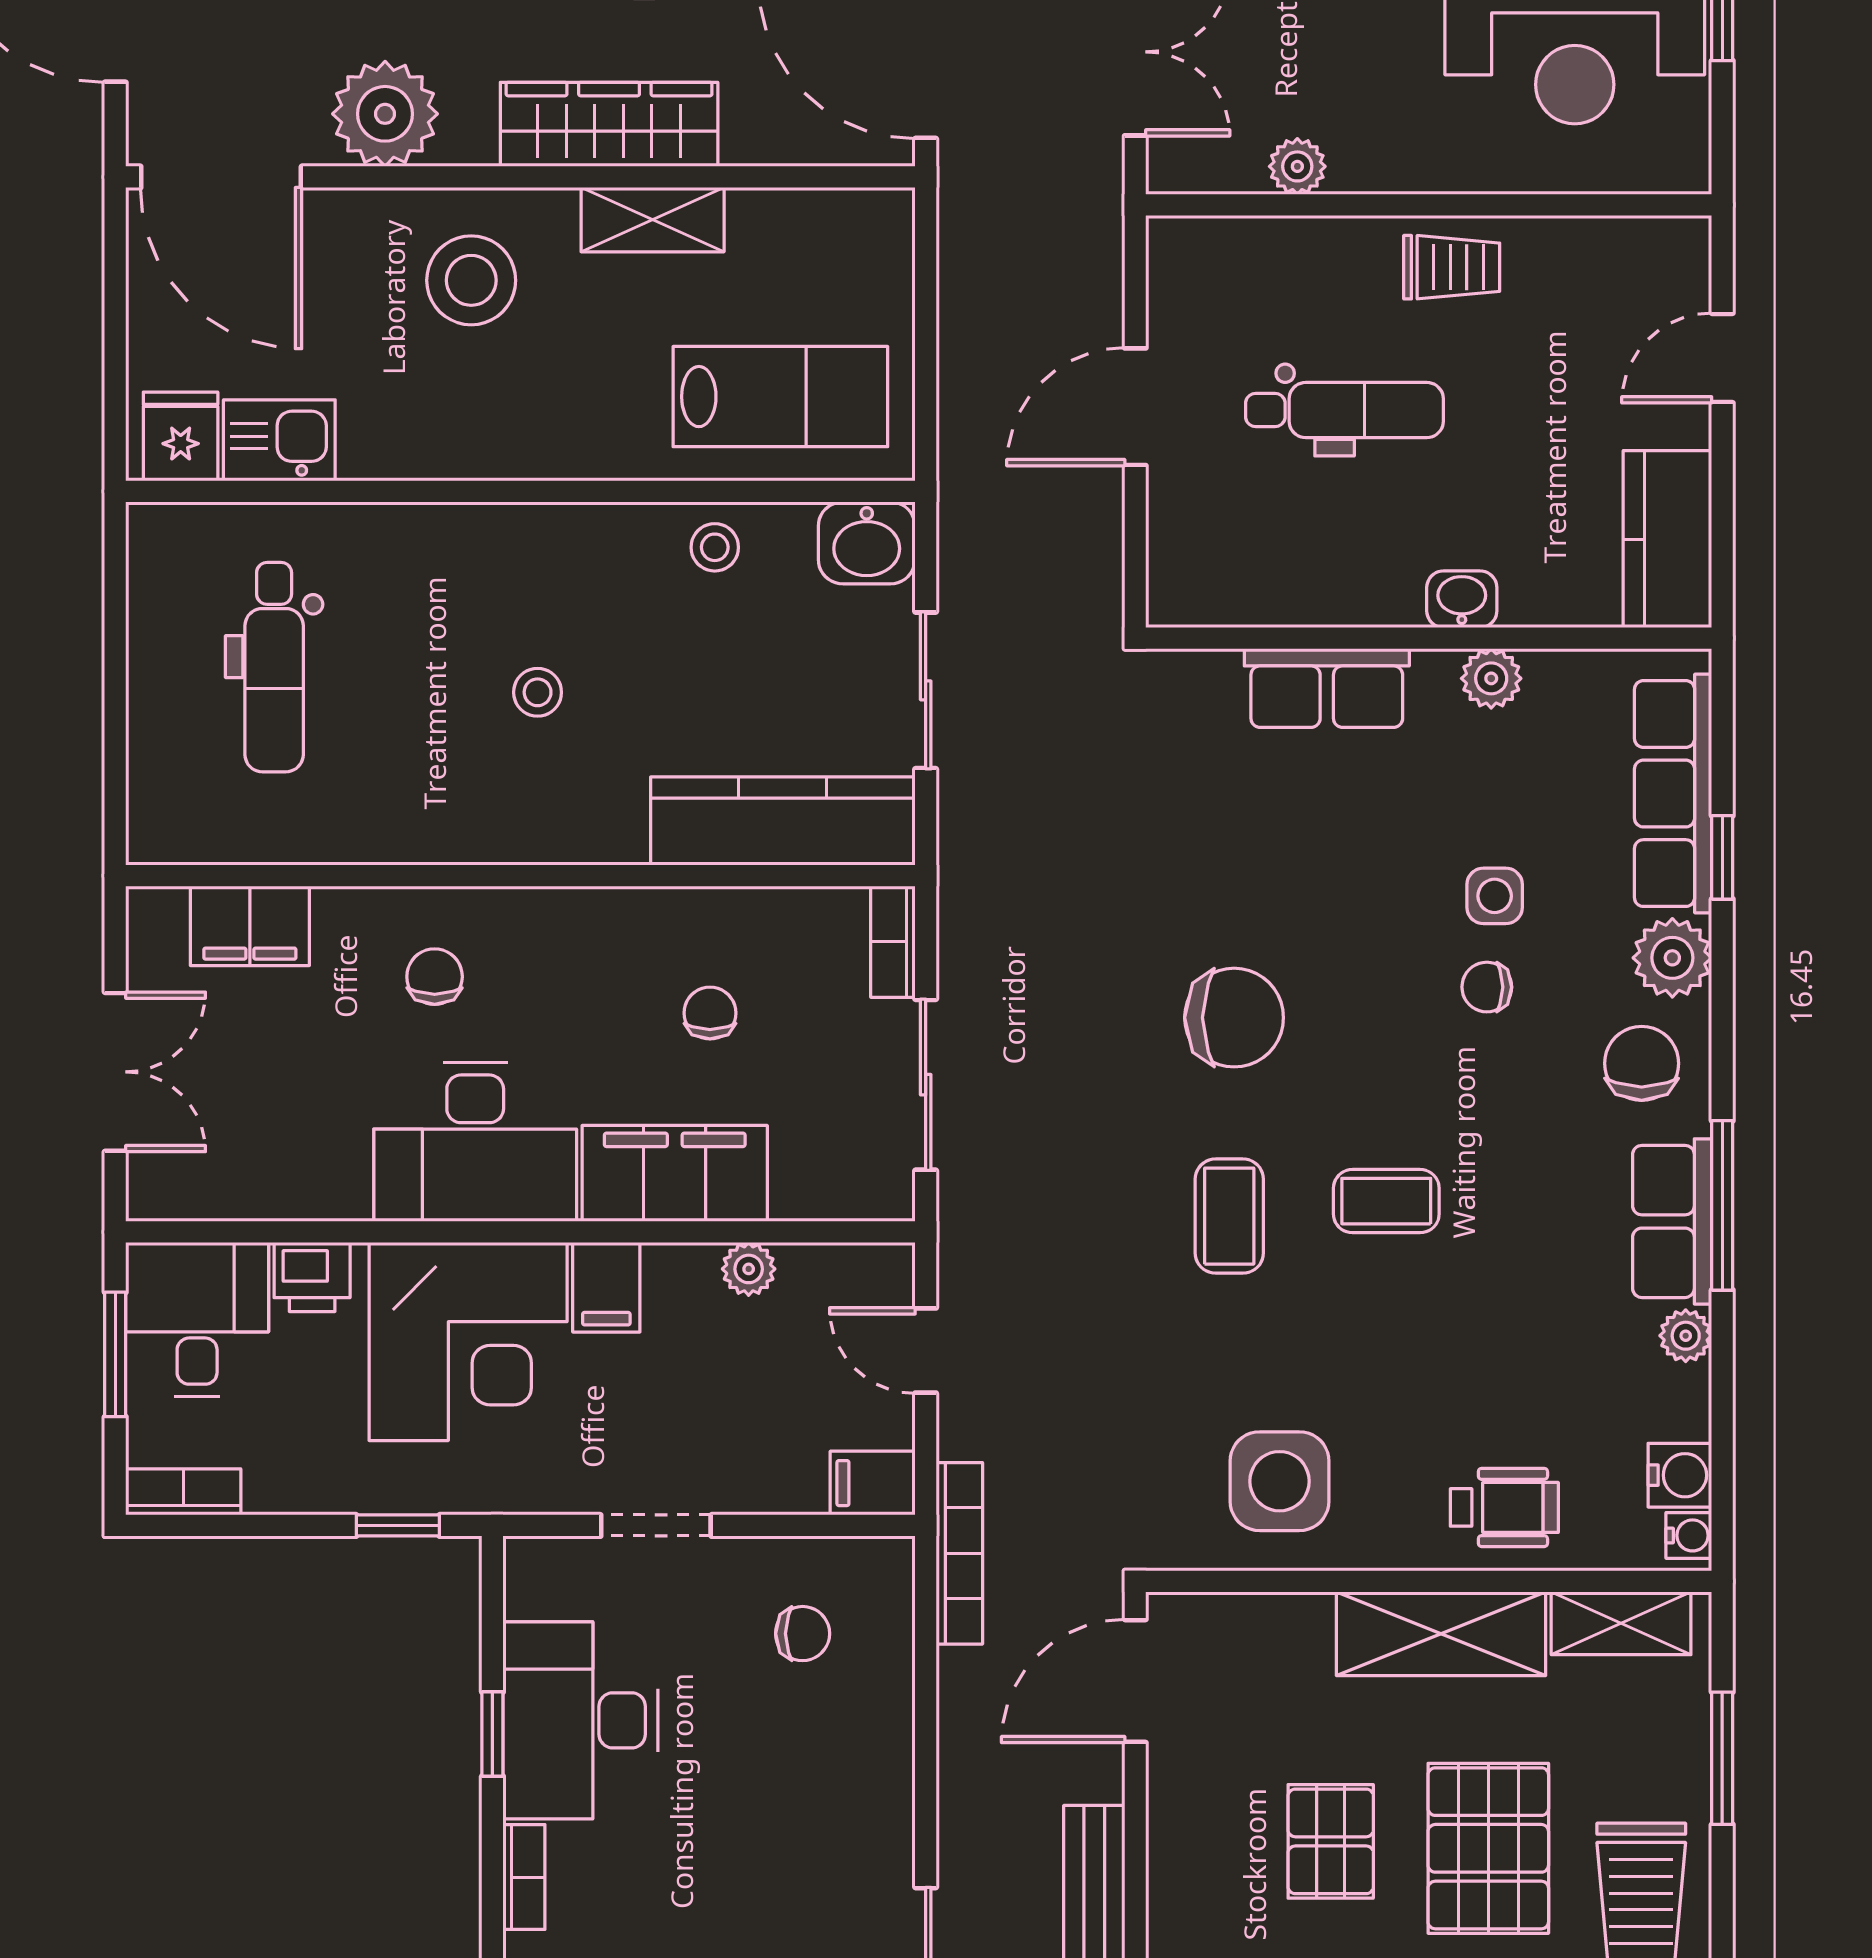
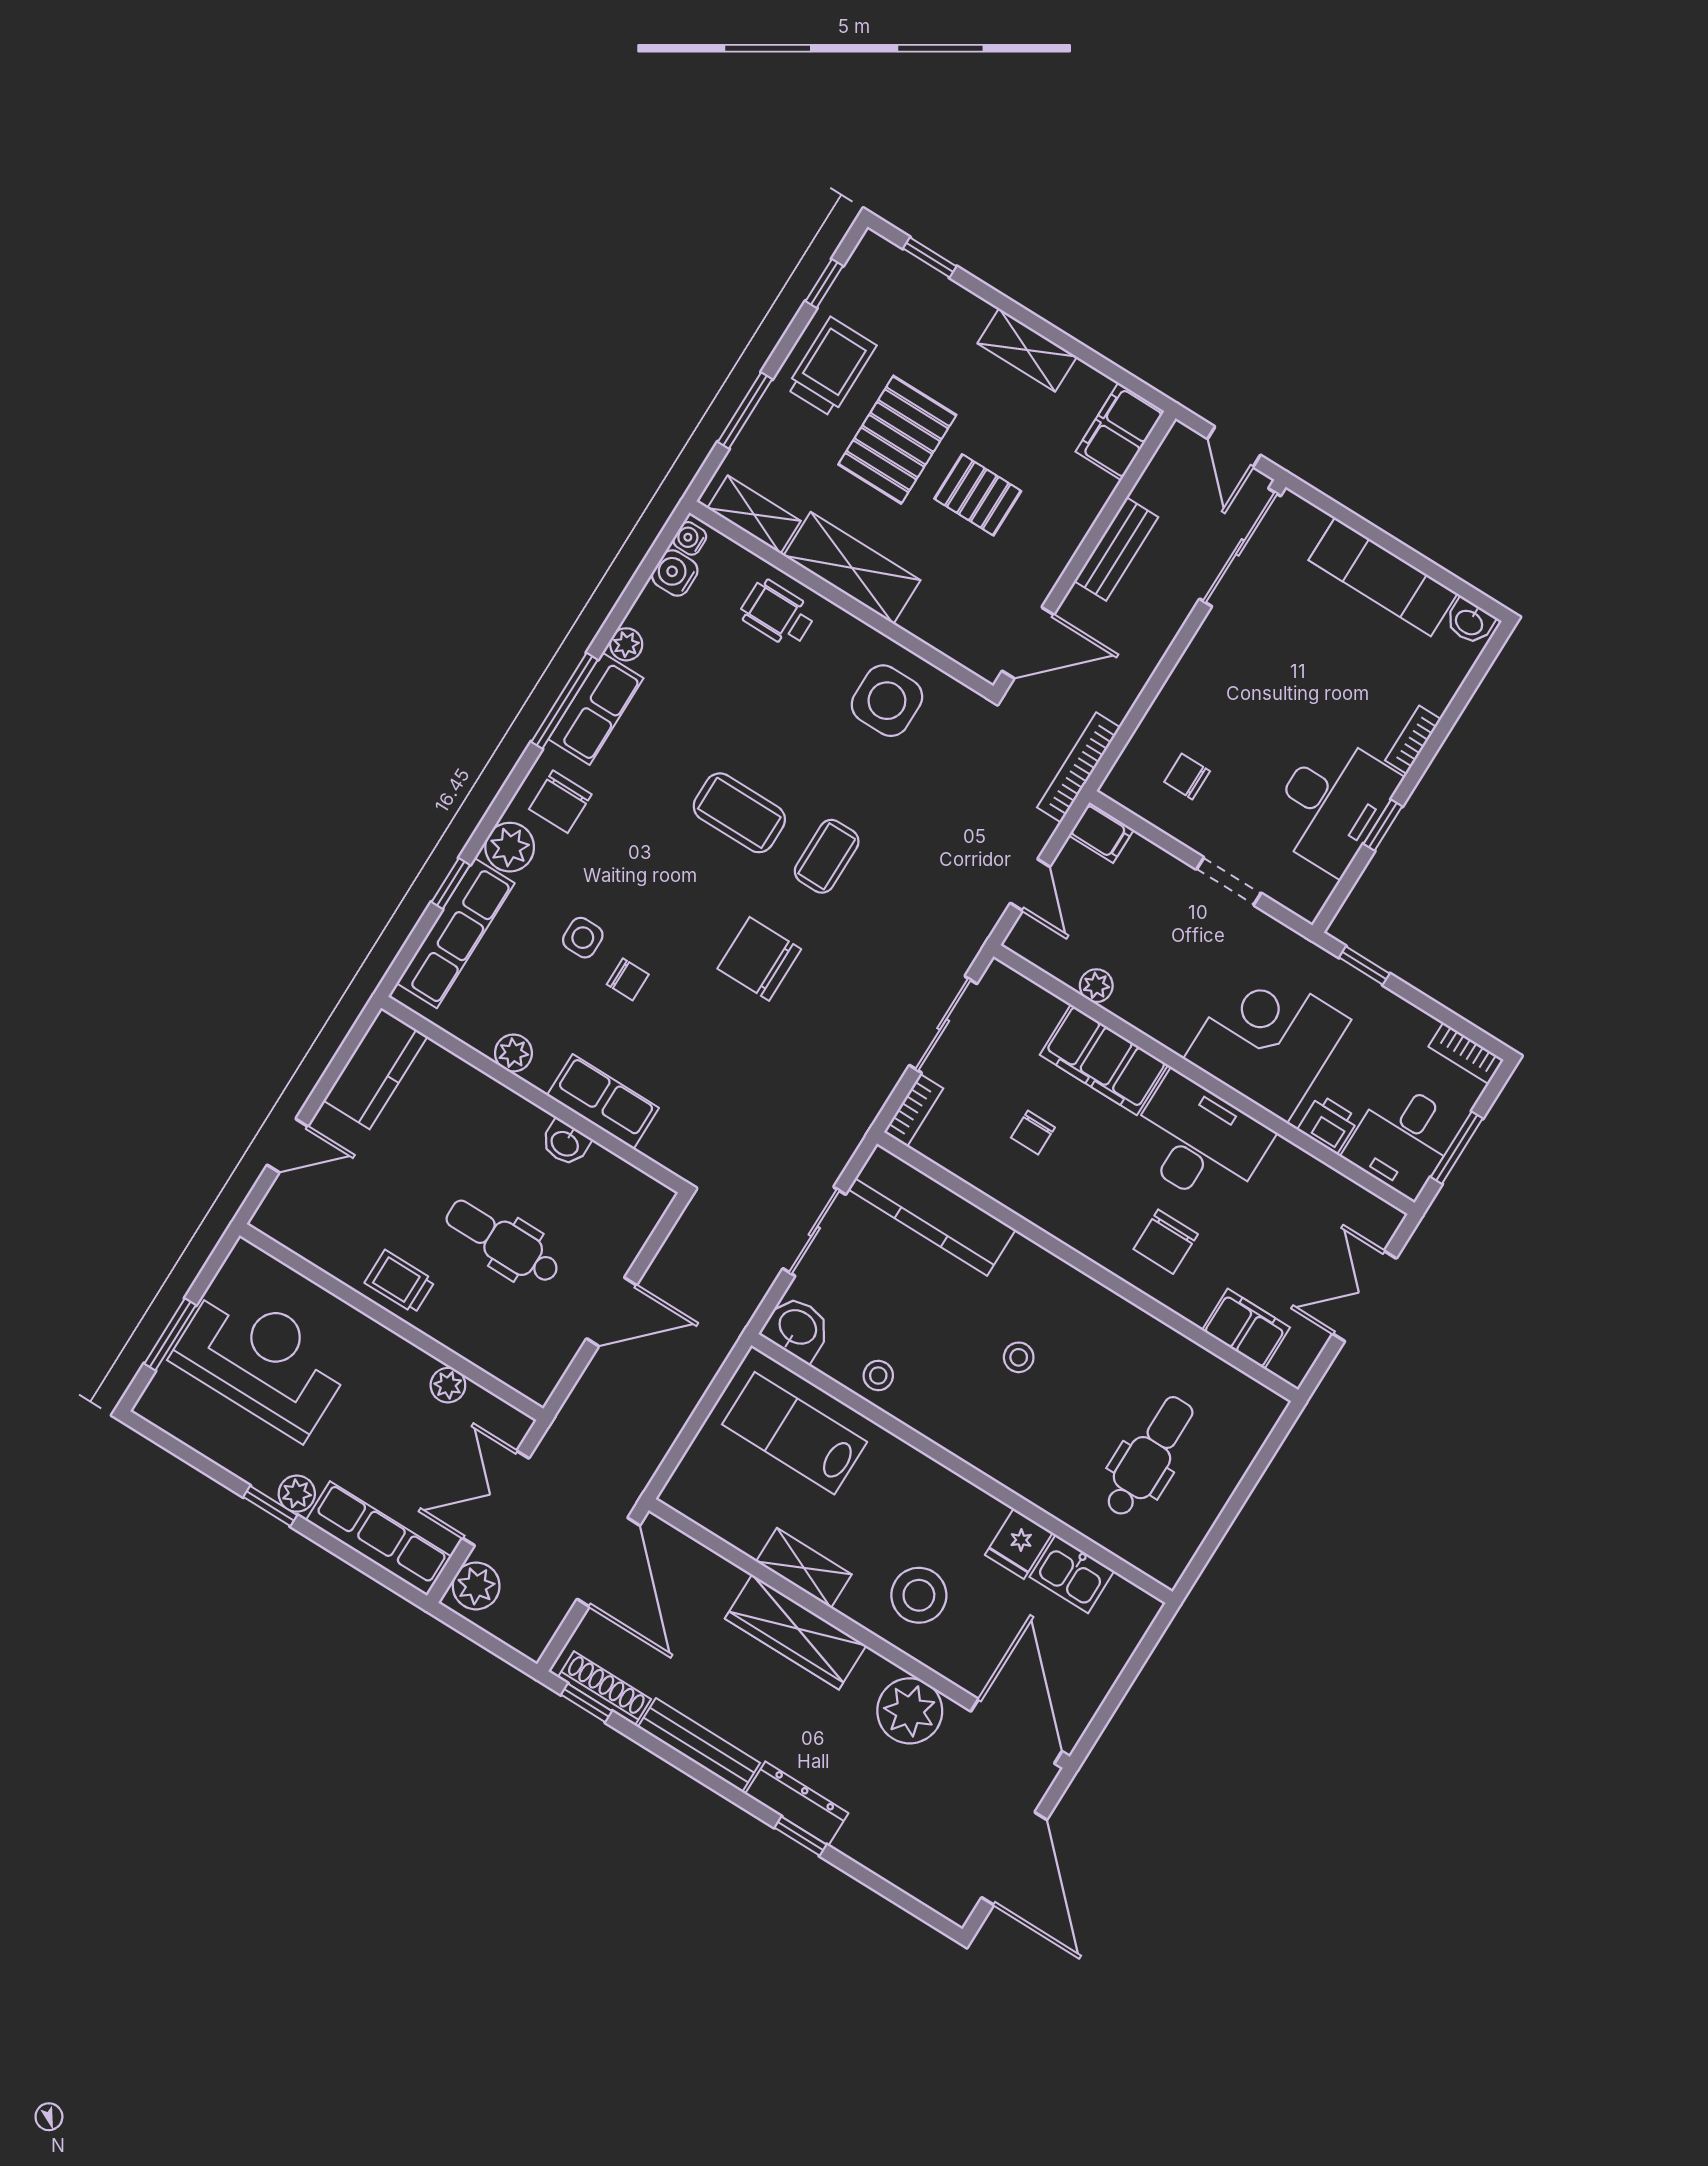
fridge: (181, 436) -> (1019, 1544), moved
washbasin: (1462, 599) -> (565, 1143), moved
chair: (435, 977) -> (1166, 1242), width x1.37, depth x1.37
chair: (1487, 987) -> (628, 979), moved
coffee table: (1386, 1201) -> (739, 813), width x1.36, depth x1.30
filing cabinet: (606, 1287) -> (1177, 1022), removed
pallet: (1331, 1841) -> (978, 495), turned 90

